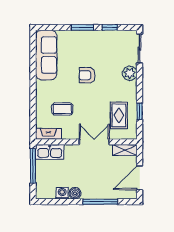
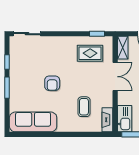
plant: (130, 73) -> (50, 43), removed
window: (140, 111) -> (97, 34), moved
double door: (94, 142) -> (115, 77), swing flipped

